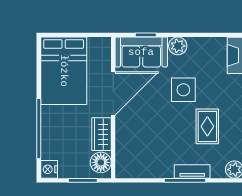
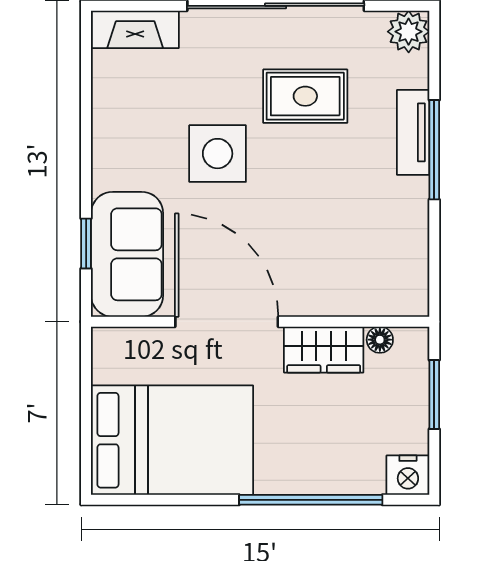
plant: (178, 46) -> (113, 167), removed
floor lamp: (101, 162) -> (380, 340), width x0.53, depth x0.53

